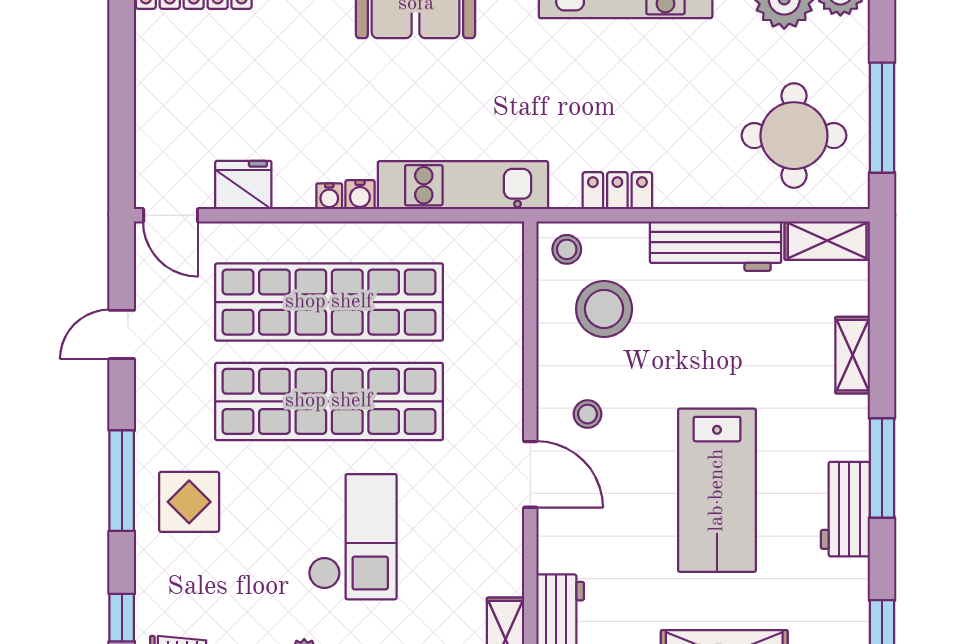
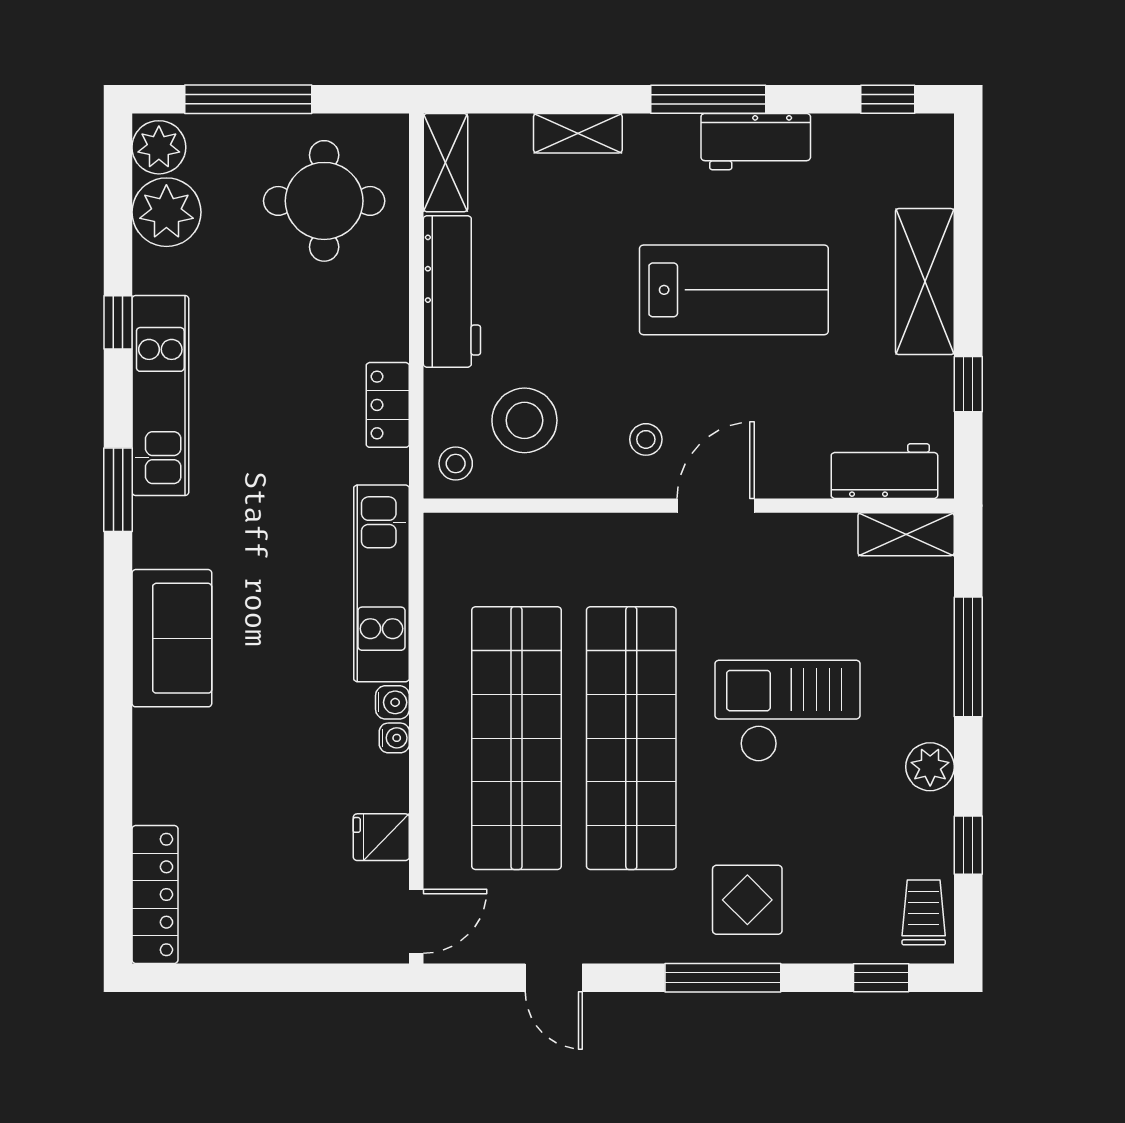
window: (882, 118) -> (248, 99), moved
fridge: (243, 185) -> (381, 837), width x0.72

